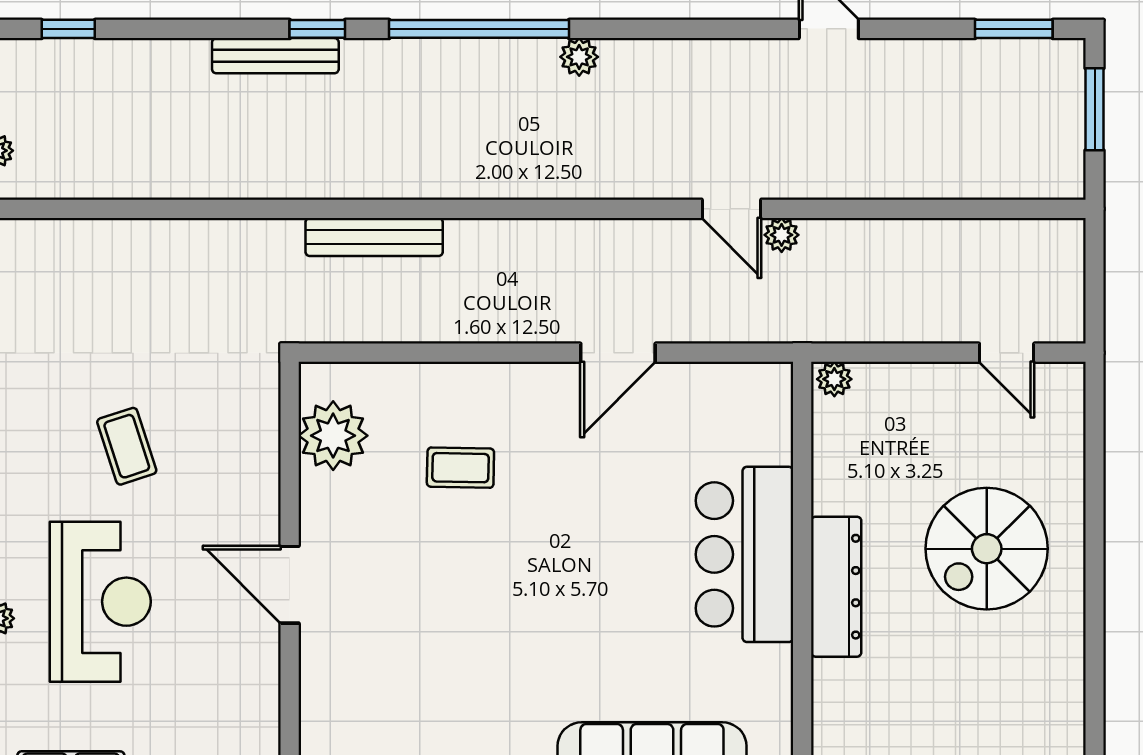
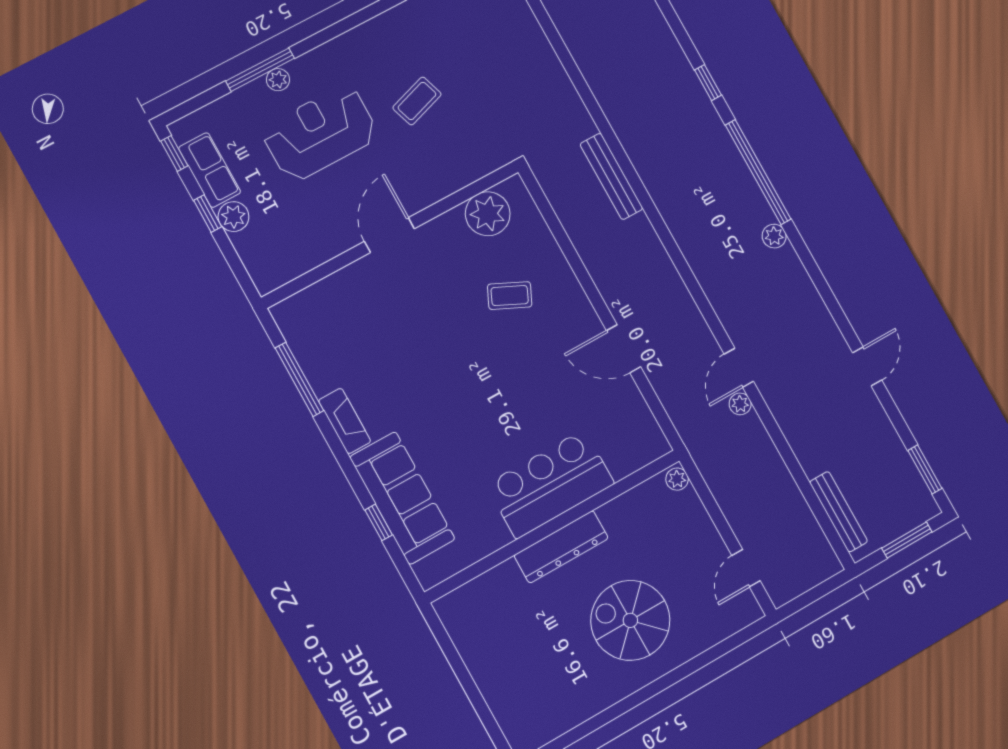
bench: (275, 56) -> (839, 512), moved
coffee table: (460, 468) -> (510, 296), turned -66
reception desk: (100, 602) -> (320, 133), turned 180

